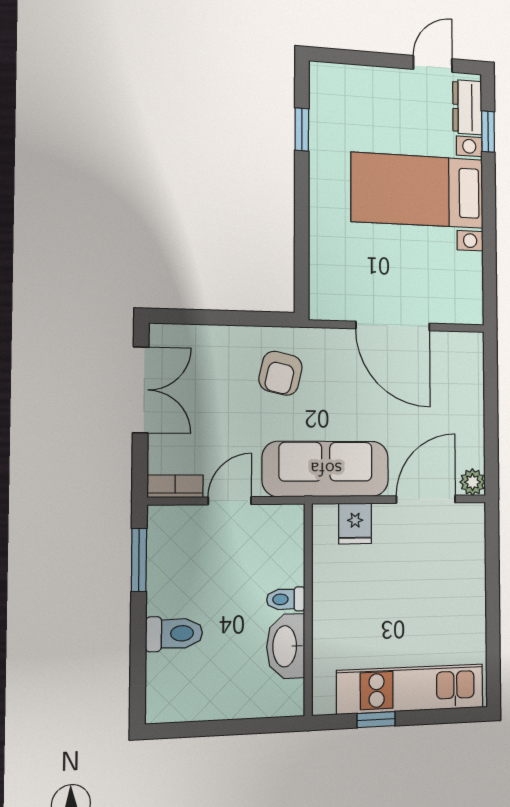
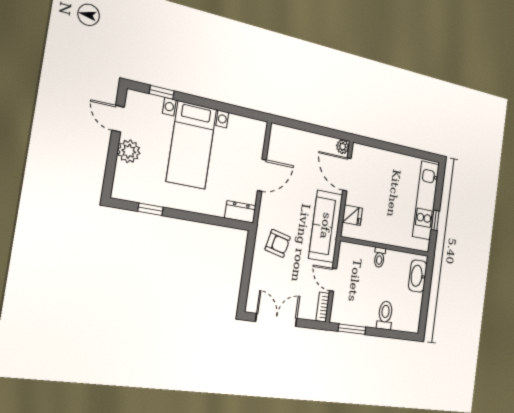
plant: (387, 85) -> (129, 151), added
dresser: (467, 107) -> (240, 212), moved, turned 180
door: (393, 326) -> (262, 175), width x0.73
washbasin: (286, 646) -> (418, 276), moved, turned 90

